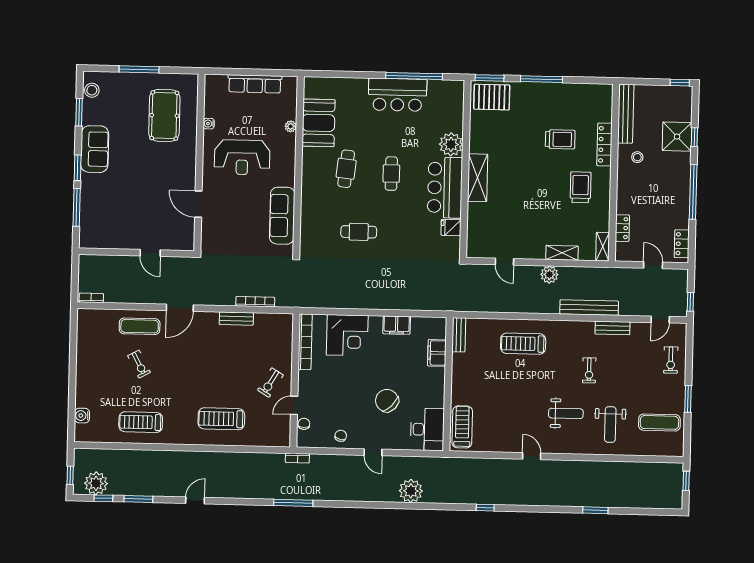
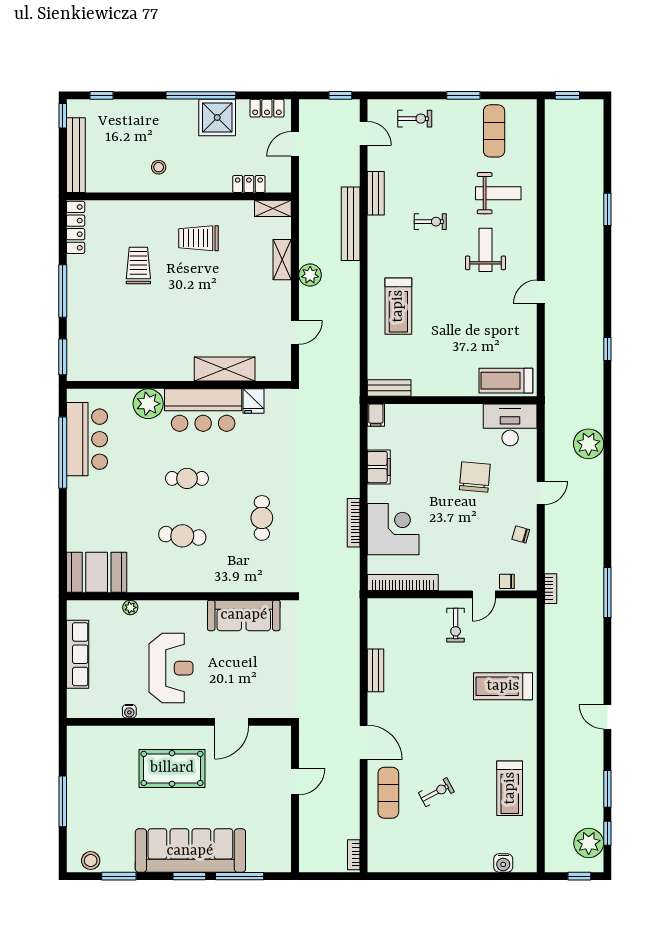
bar counter: (397, 95) -> (87, 439), moved
pallet: (492, 97) -> (87, 354), removed
bench: (626, 114) -> (76, 155), moved, turned 90
pool table: (164, 115) -> (172, 768), moved
booth: (319, 123) -> (97, 572), moved
shower: (677, 137) -> (217, 117), moved
window: (694, 137) -> (102, 95), moved
locker: (605, 144) -> (76, 227), moved, turned -90
sofa: (95, 149) -> (190, 851), width x1.85, depth x1.27
shelving: (478, 178) -> (225, 369), moved
bookcase: (255, 302) -> (354, 523), moved
filing cabinet: (437, 353) -> (376, 415), moved, width x0.50
exercise bike: (270, 383) -> (456, 625), turned 59
chair: (387, 401) -> (475, 477), turned 141
door: (294, 405) -> (484, 594), hinge flipped
treadmill: (221, 419) -> (503, 686), turned 90

